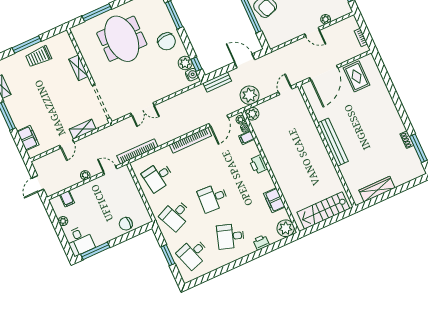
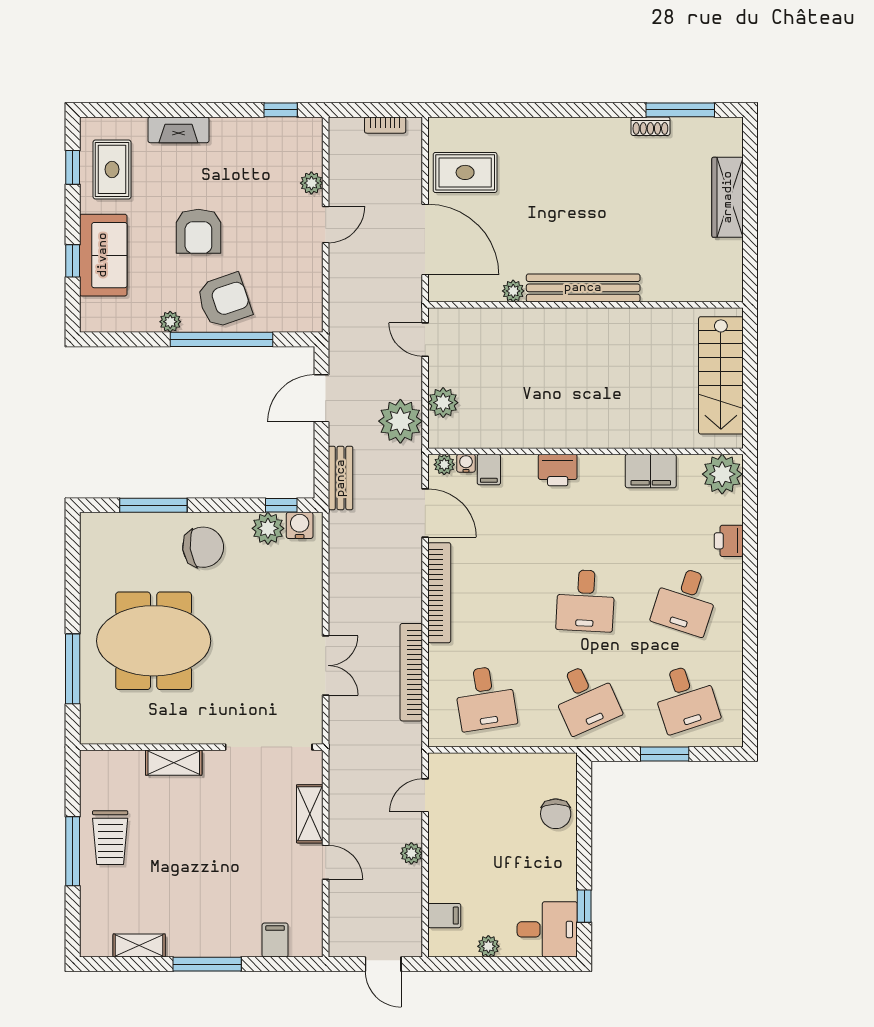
plant: (252, 114) -> (443, 403), moved
plant: (319, 116) -> (513, 291), added
filing cabinet: (28, 138) -> (275, 940), width x0.50
bookcase: (137, 151) -> (411, 672), moved
wardrobe: (377, 189) -> (728, 197), moved
window: (95, 251) -> (584, 906), width x0.46

